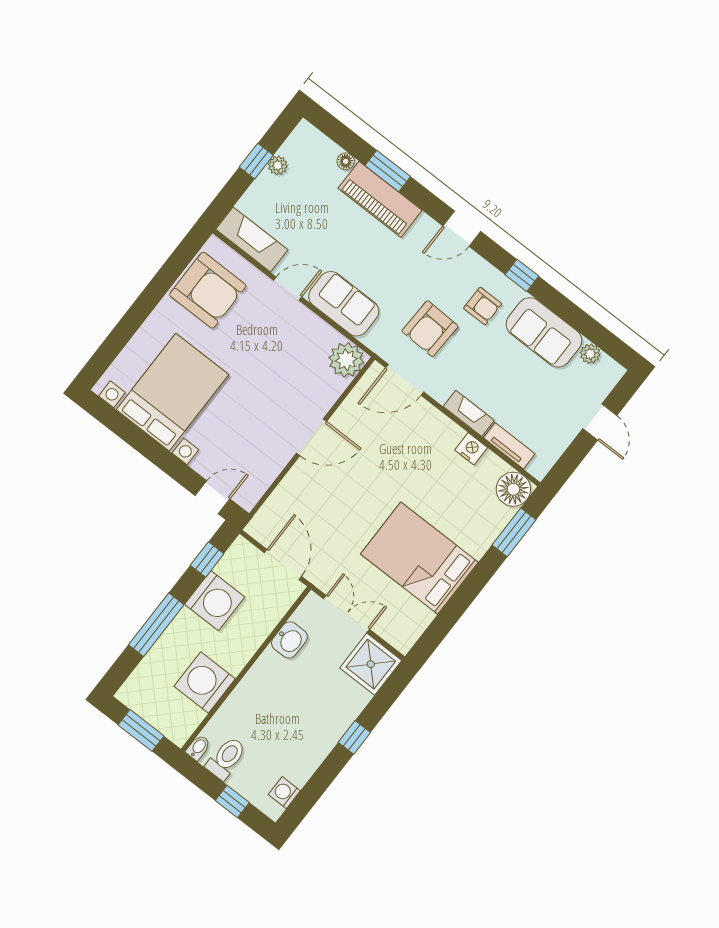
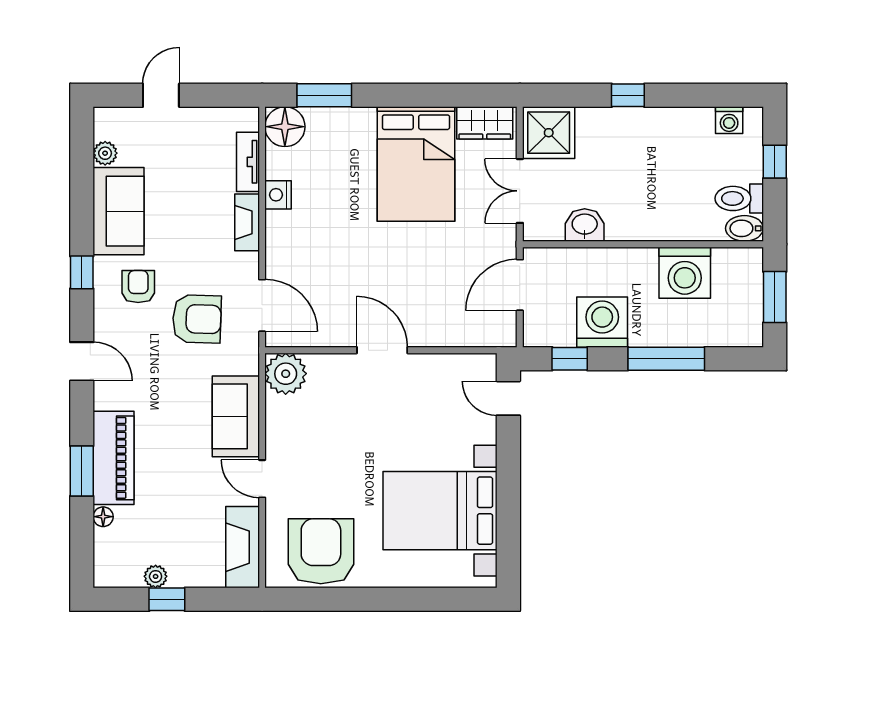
wardrobe: (411, 626) -> (485, 123), added
bidet: (198, 748) -> (744, 228), width x1.38, depth x1.36

